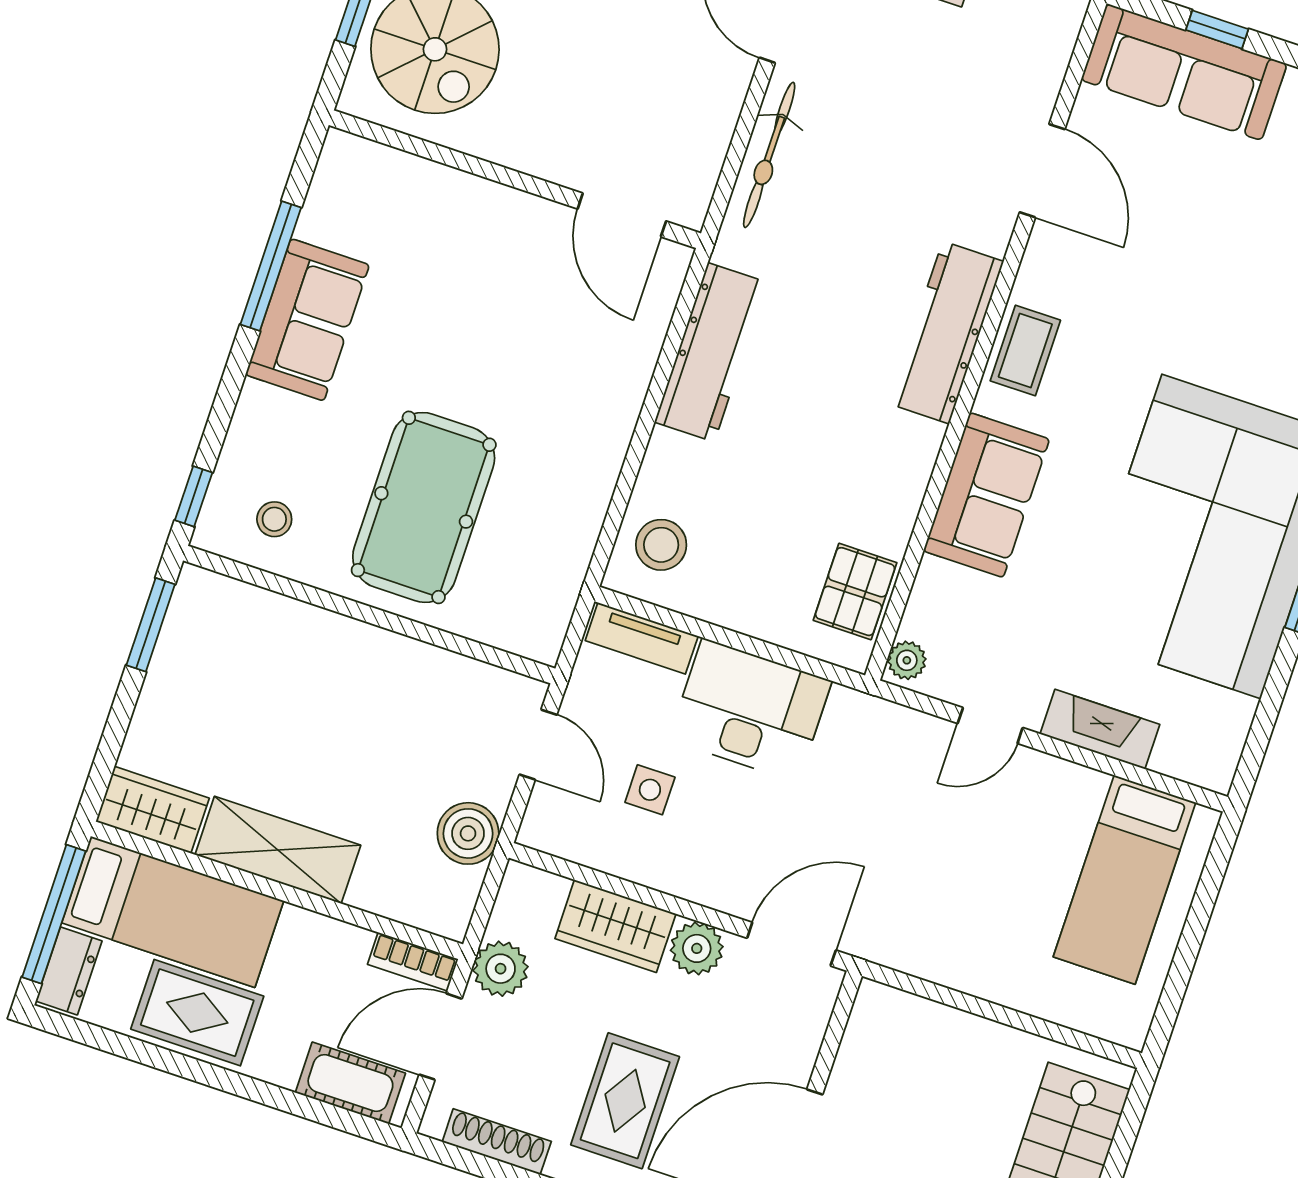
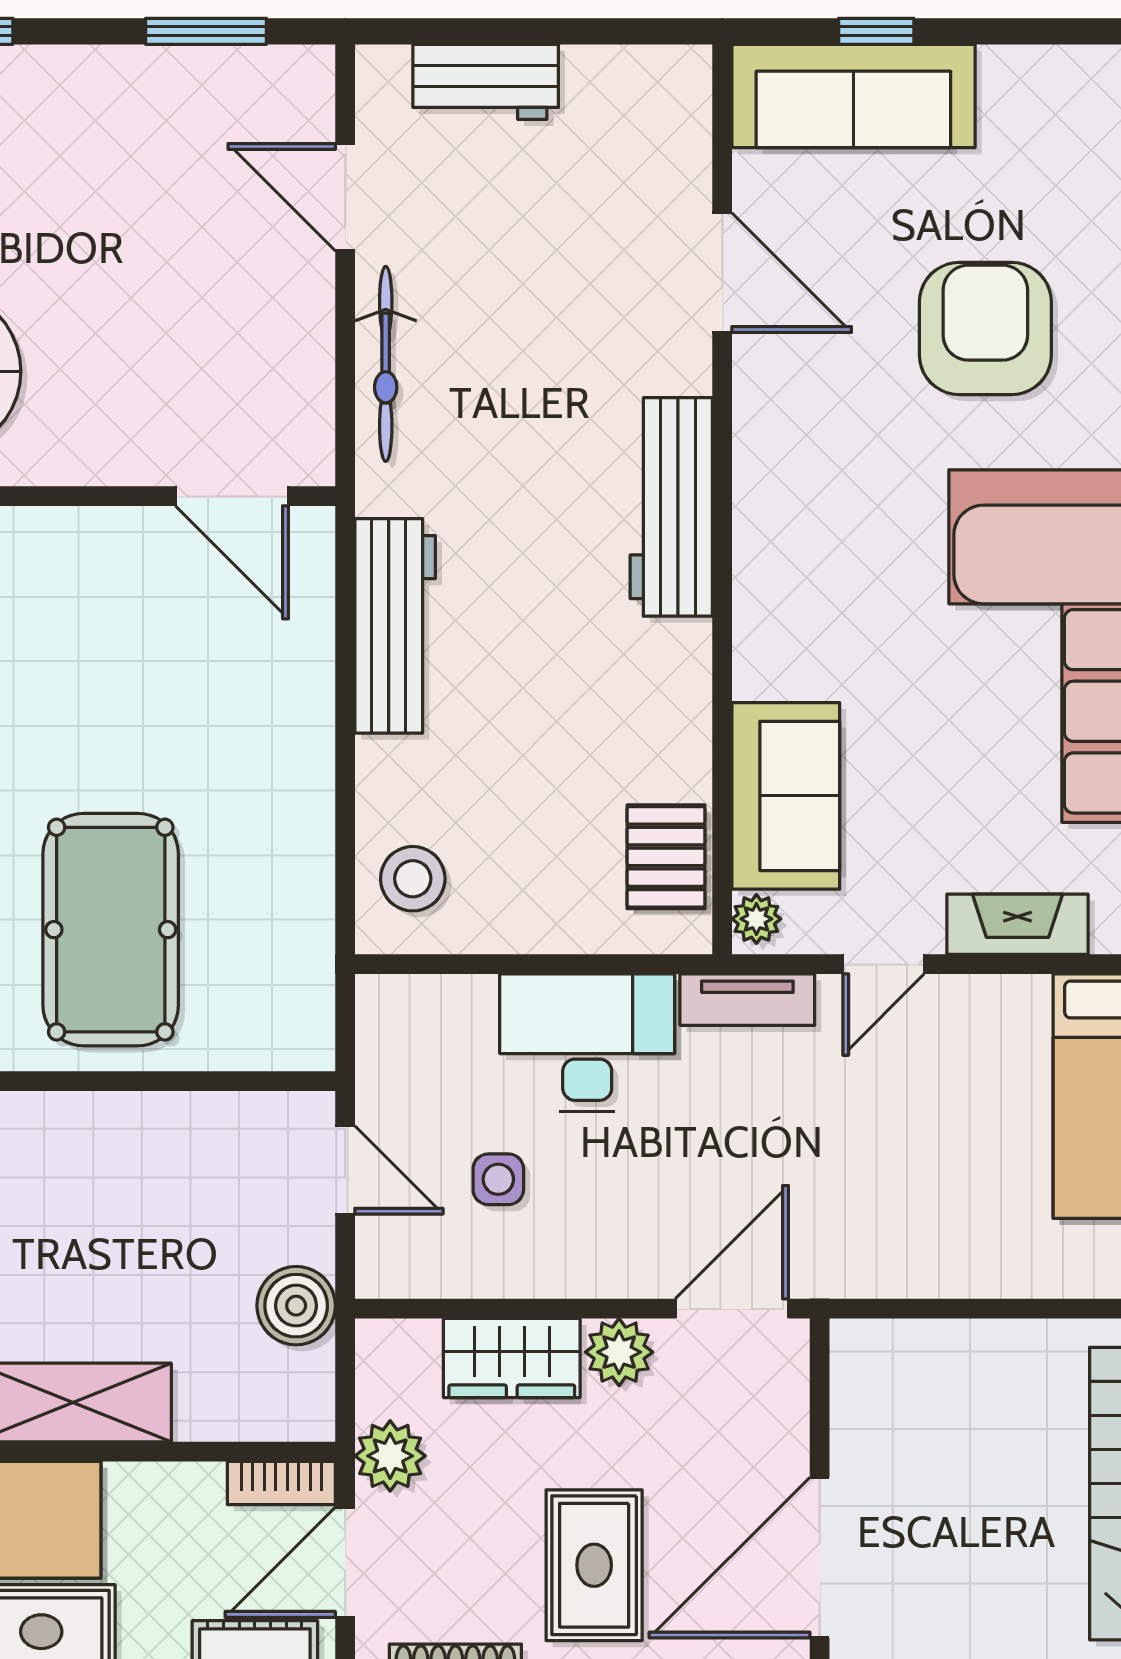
armchair: (1224, 278) -> (985, 329), added
coffee table: (1025, 350) -> (774, 497), removed
sofa: (986, 495) -> (786, 796), moved
tv unit: (642, 638) -> (747, 1000), moved

